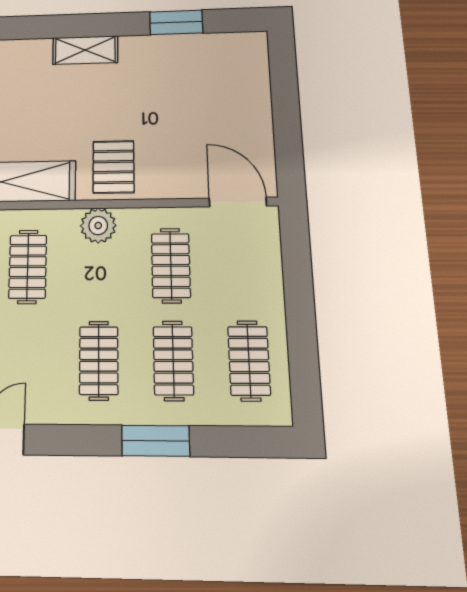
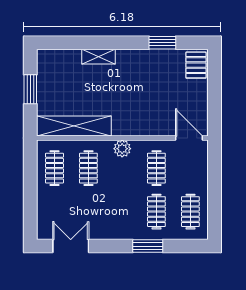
shelving: (85, 50) -> (98, 57), moved
pallet: (113, 167) -> (196, 65), moved
clothes rail: (99, 360) -> (122, 212), removed

